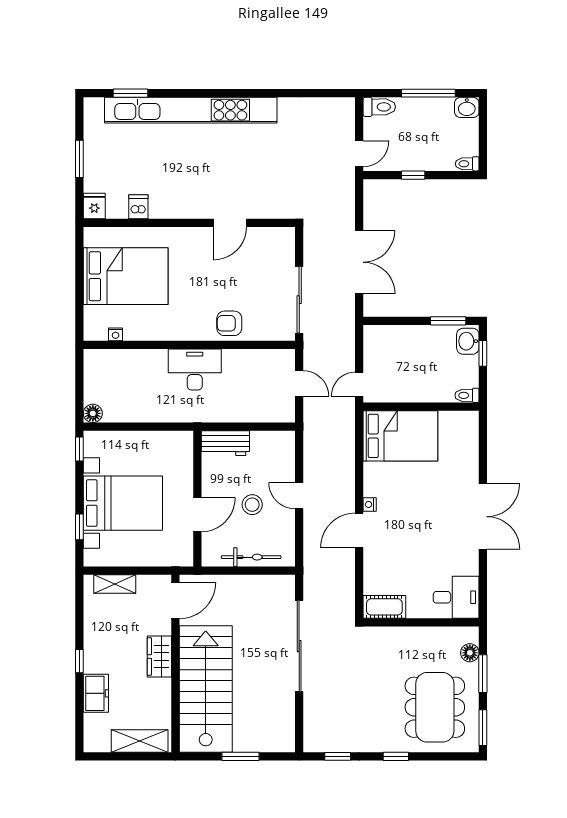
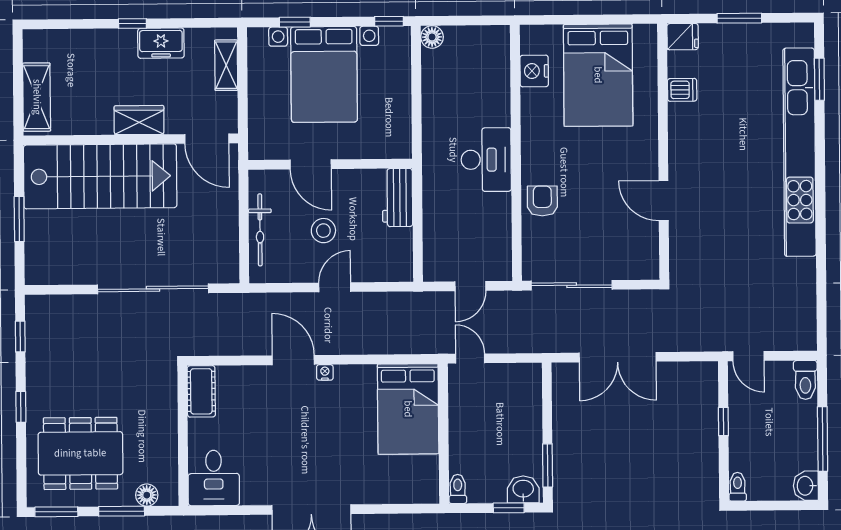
nightstand: (116, 334) -> (534, 71), width x1.89, depth x1.79
freezer: (96, 693) -> (161, 43), moved

